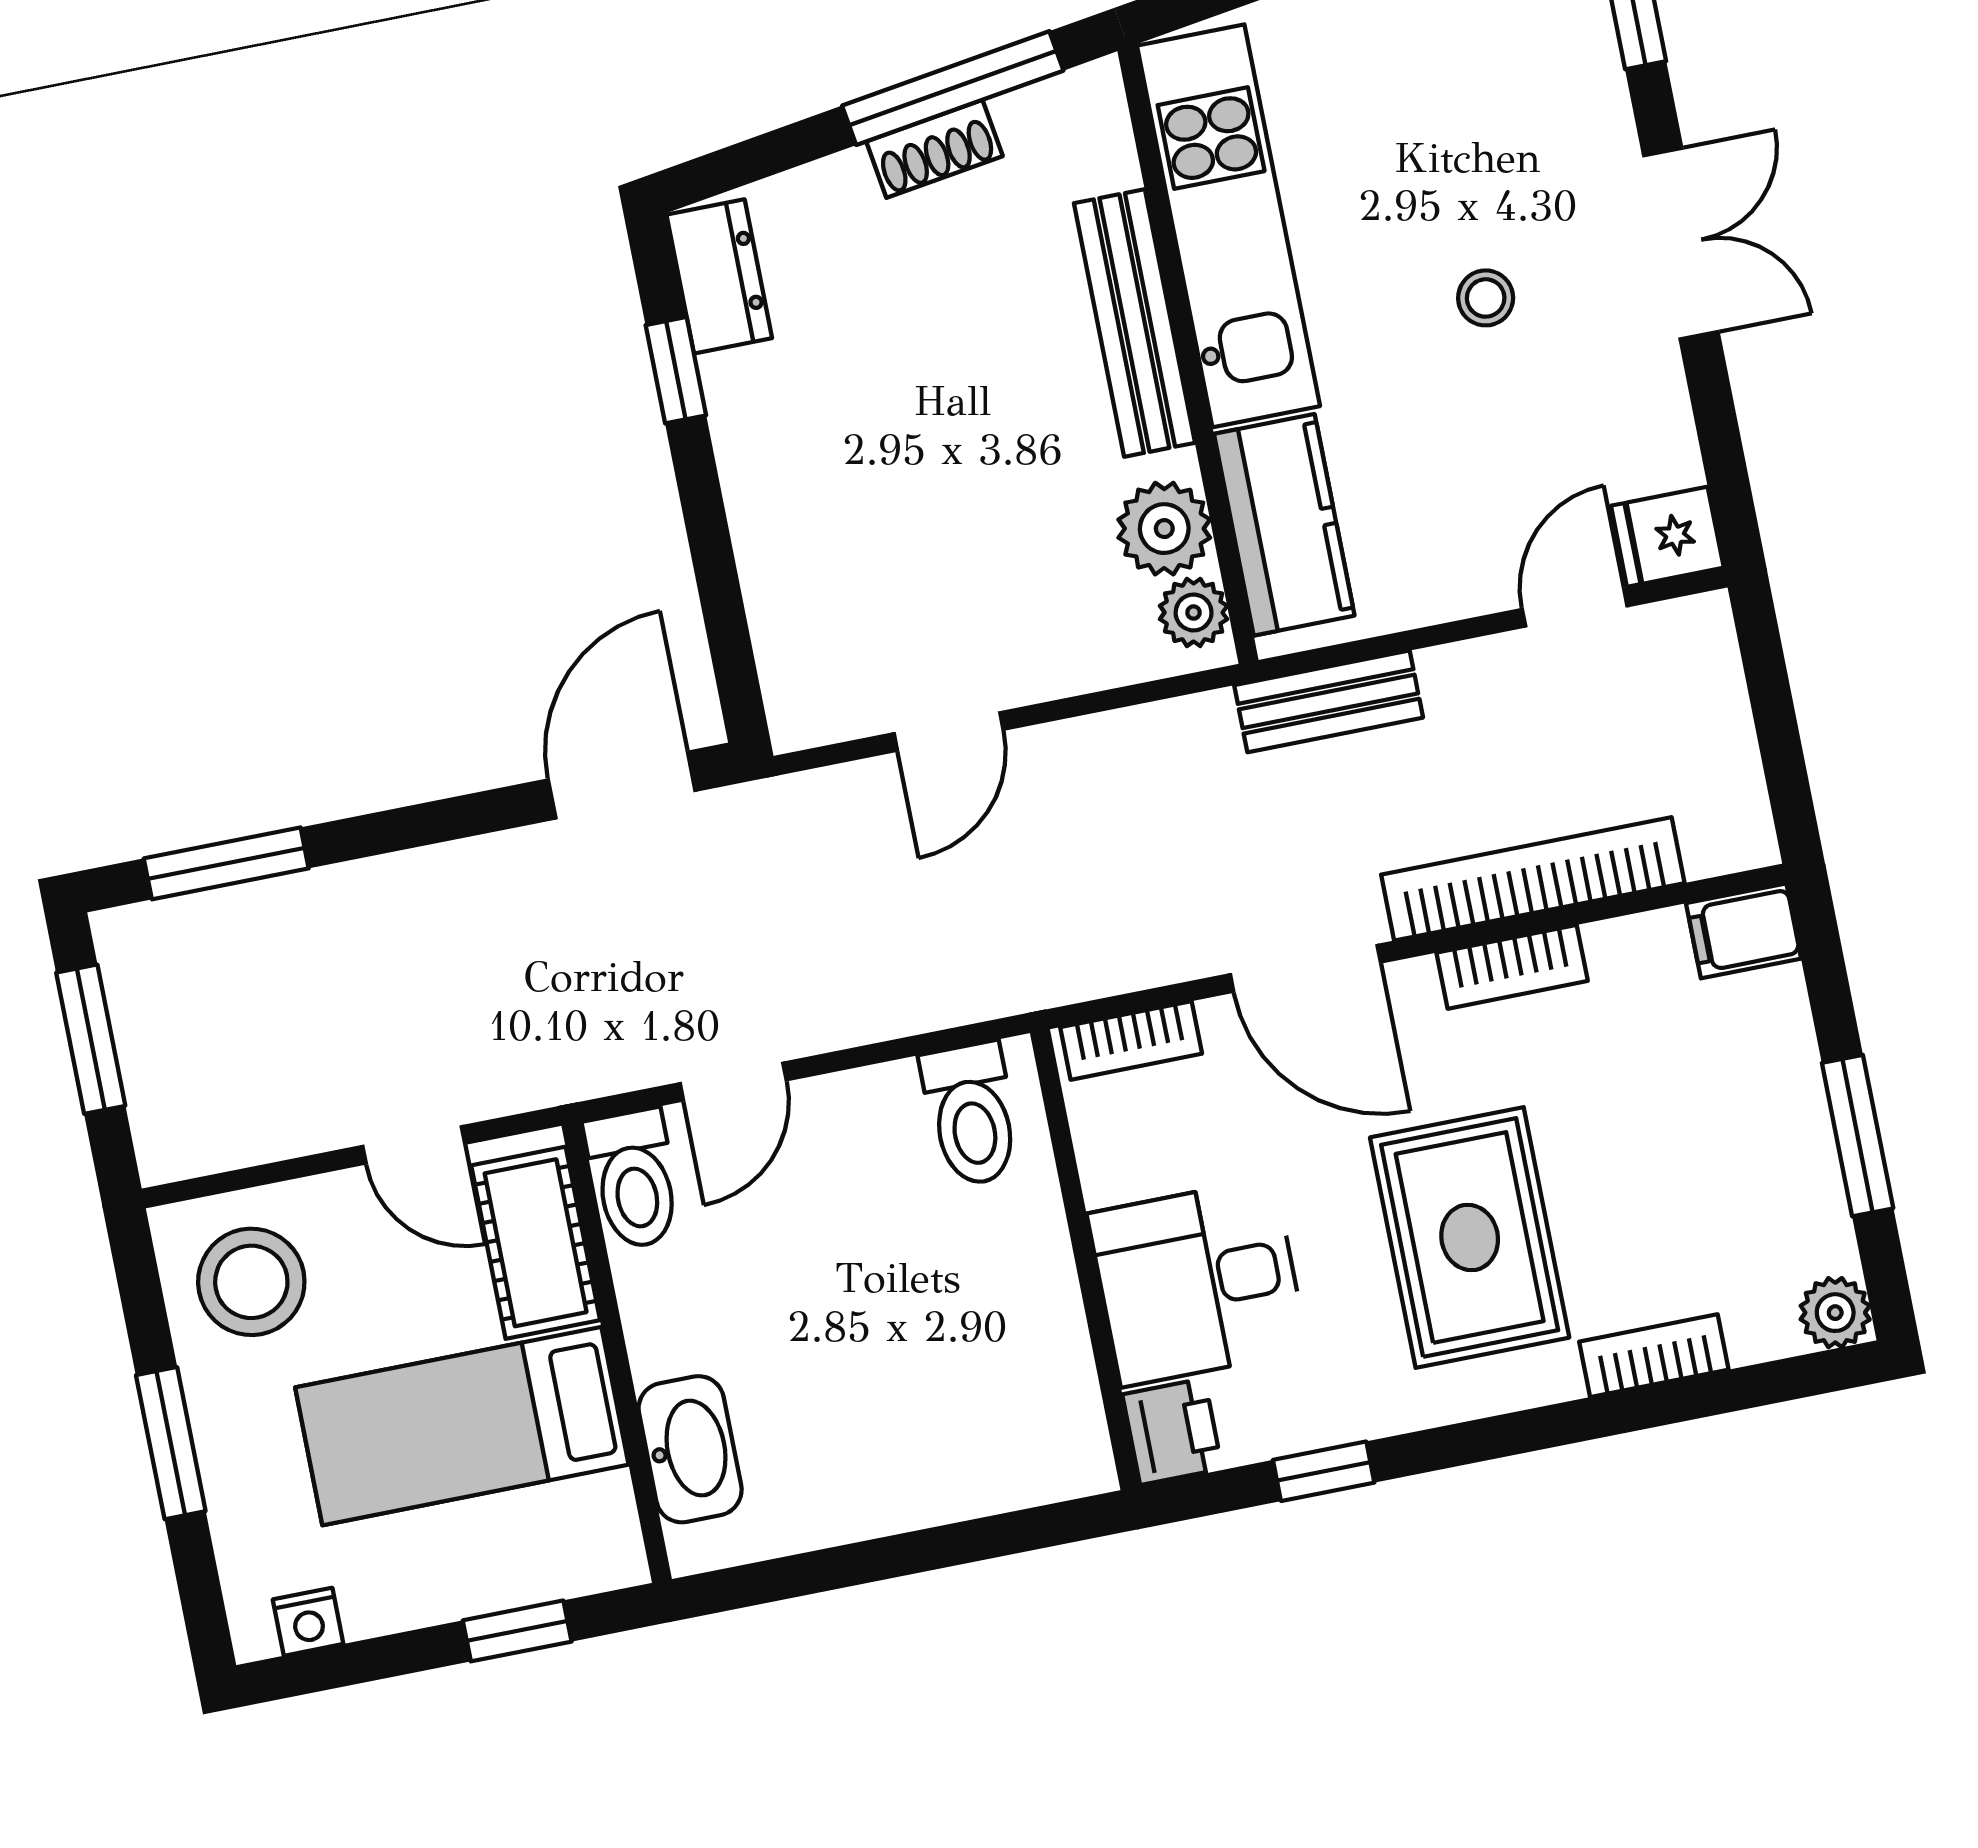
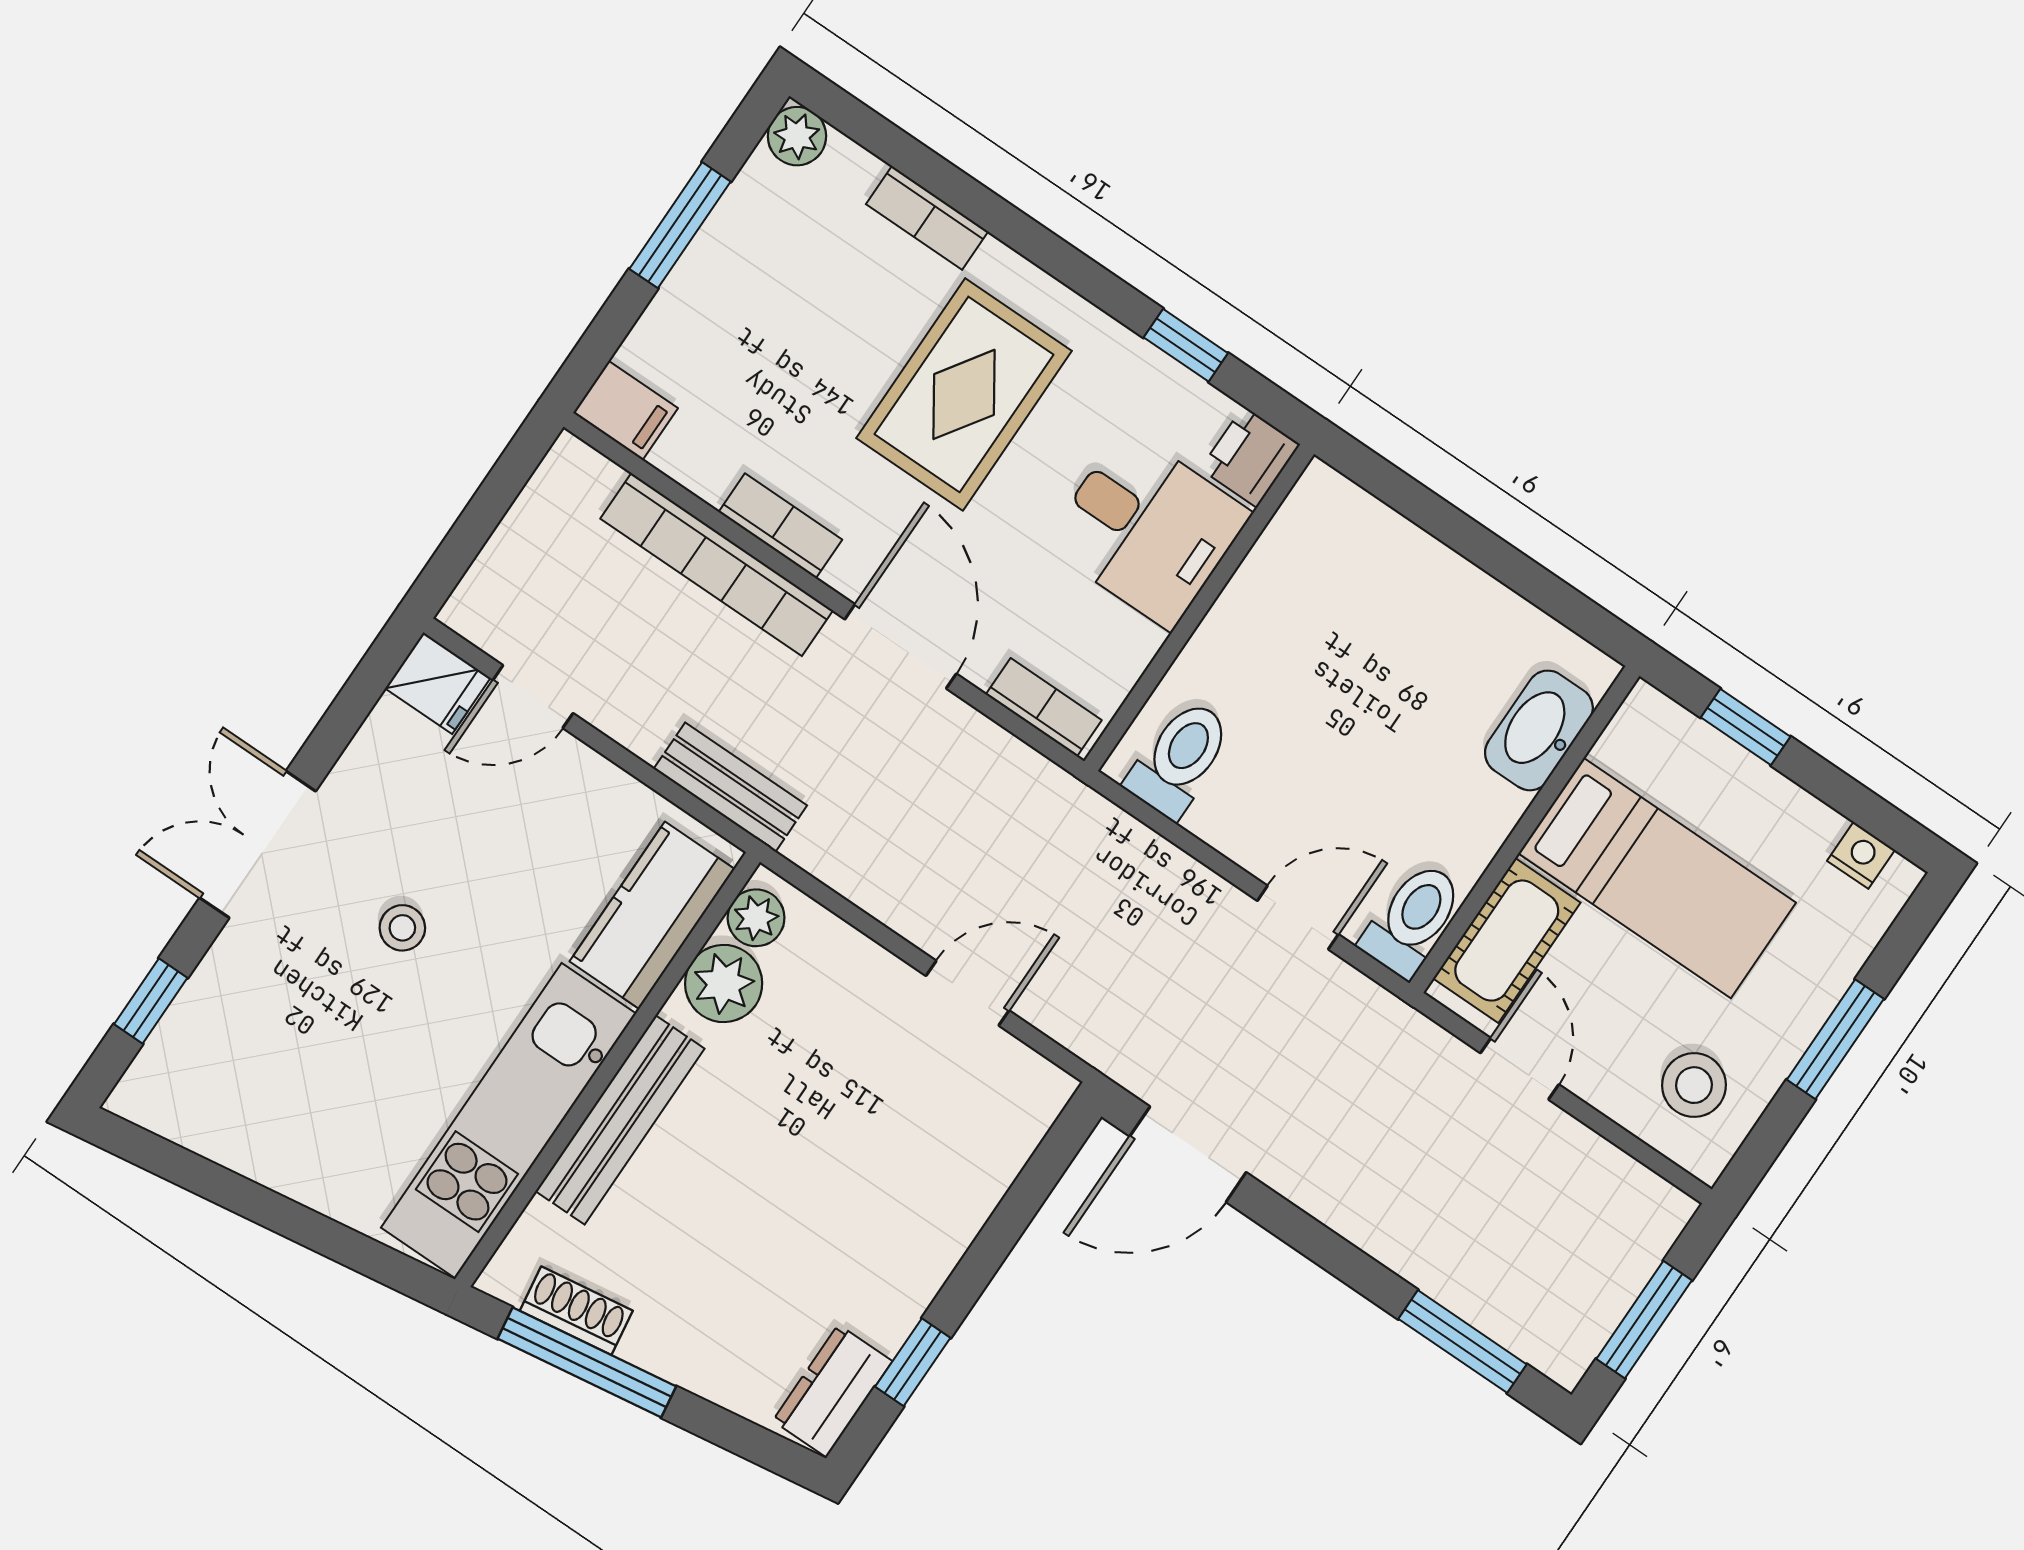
shoe rack: (934, 149) -> (576, 1311), moved
stool: (251, 1282) -> (1694, 1085), width x0.73, depth x0.73

